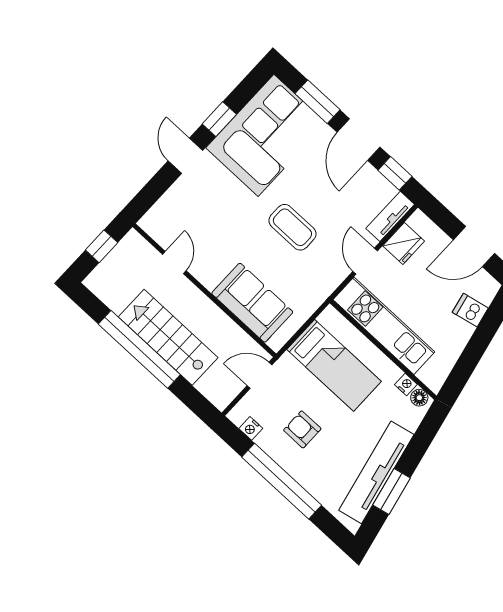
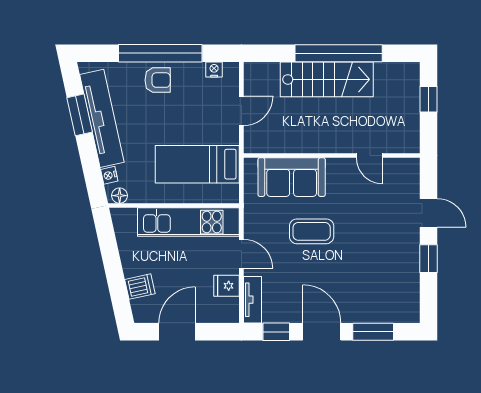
corner sofa: (266, 135) -> (387, 277), removed
fridge: (404, 243) -> (226, 286), width x0.72
door: (174, 262) -> (369, 155), moved
wall: (204, 290) -> (332, 155), moved
sofa: (252, 303) -> (292, 177), moved
nightstand: (406, 385) -> (109, 175), moved, turned 78
armchair: (302, 429) -> (158, 80), moved

